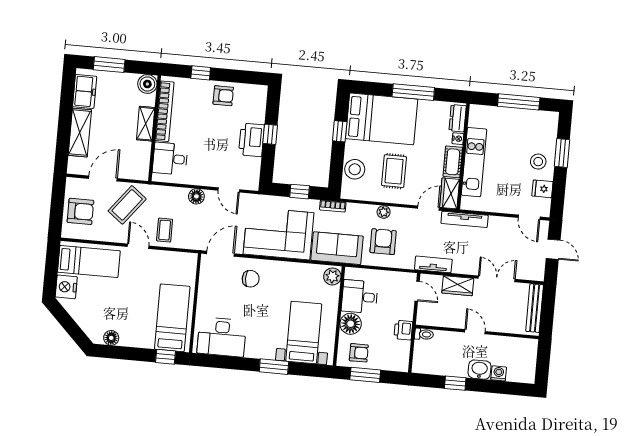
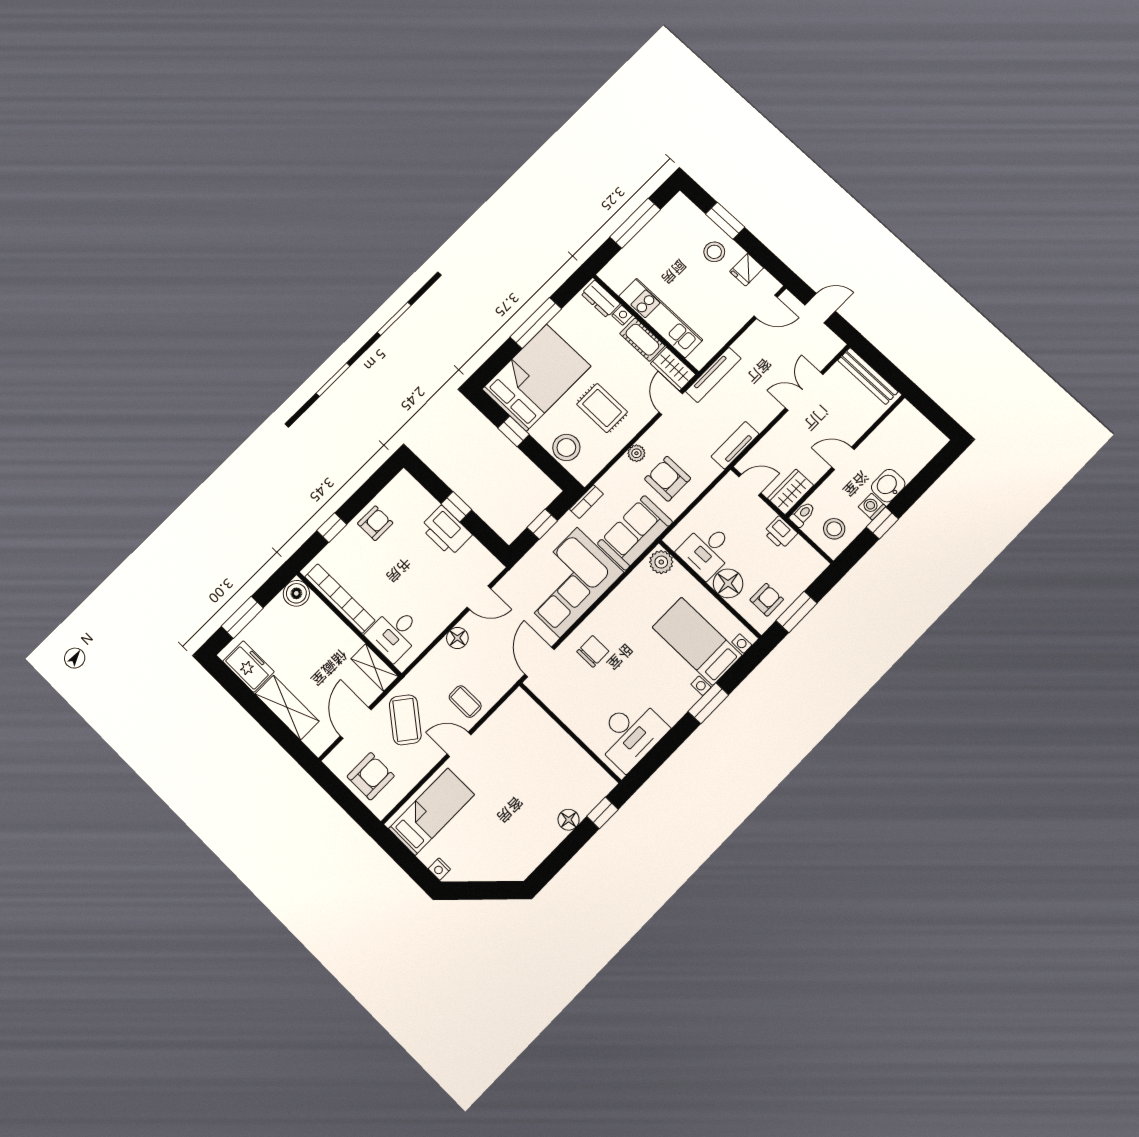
shelving: (146, 124) -> (375, 668), moved
wardrobe: (458, 286) -> (791, 492), moved, turned 180
nightstand: (66, 287) -> (439, 869), width x0.53, depth x0.56
bed: (172, 318) -> (566, 771), removed
floor lamp: (111, 338) -> (569, 820), moved
stool: (430, 359) -> (834, 529), added
washing machine: (499, 373) -> (872, 507), moved

